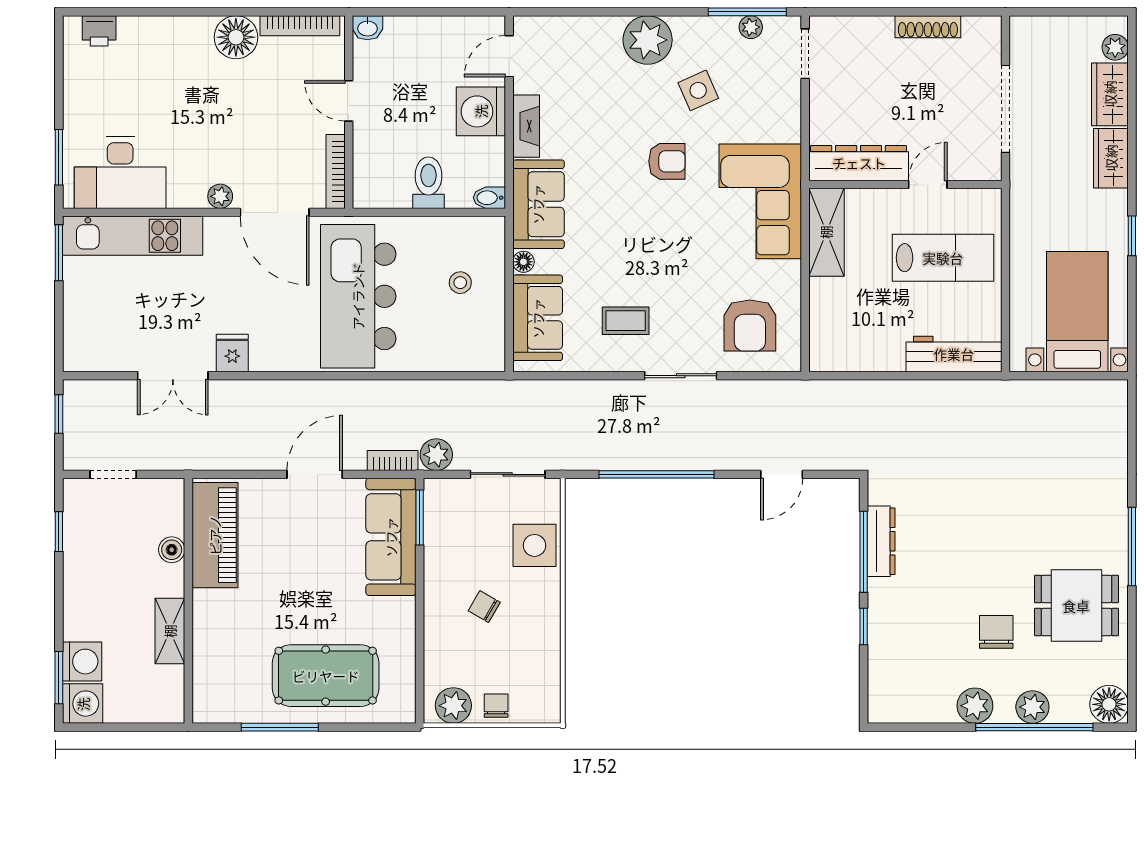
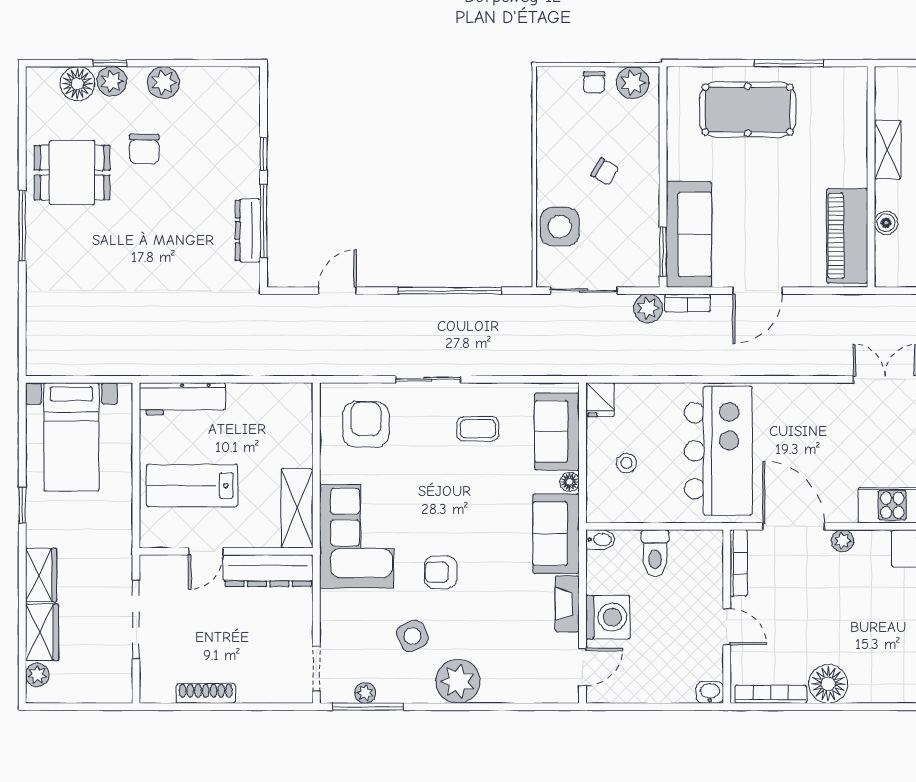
fridge: (232, 353) -> (600, 400), moved
floor lamp: (1109, 704) -> (77, 84), moved
window: (1034, 727) -> (110, 63), width x0.32

